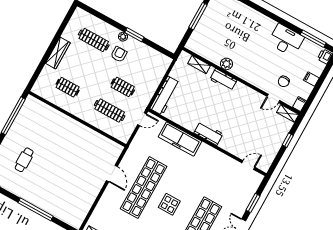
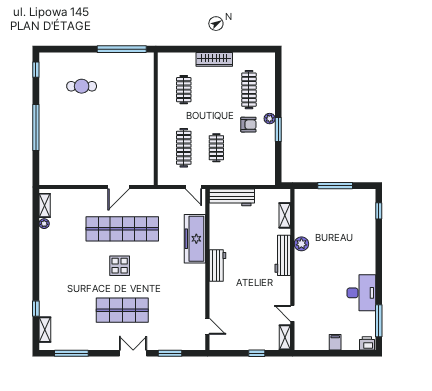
workbench: (223, 80) -> (283, 255), width x1.38
chair: (284, 81) -> (316, 315), removed
filing cabinet: (299, 104) -> (302, 344), removed

